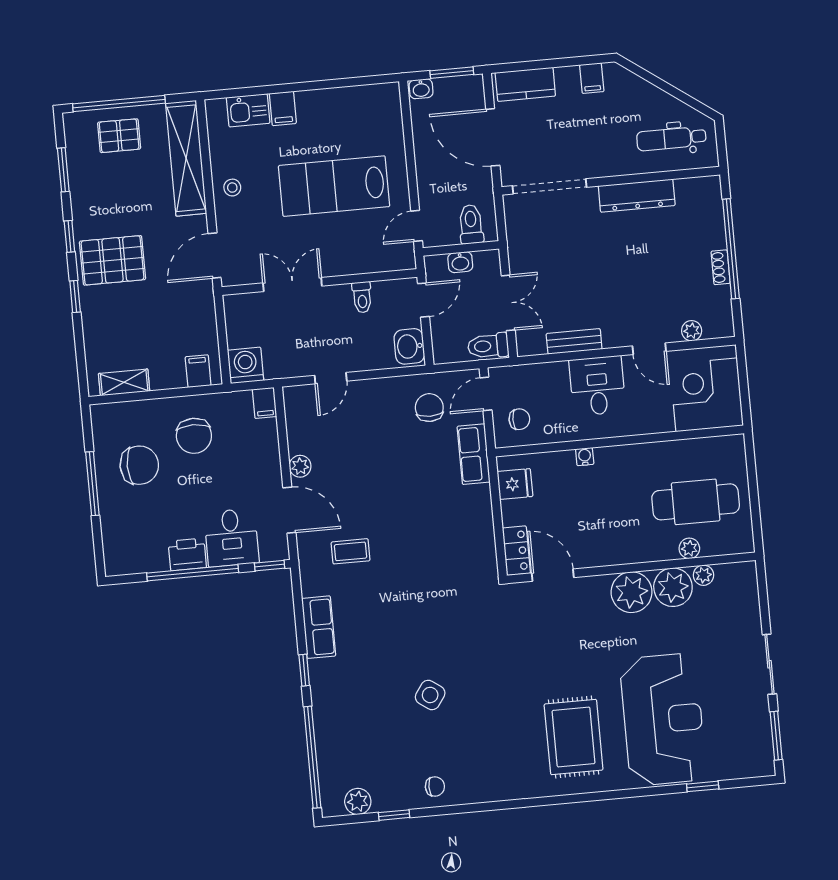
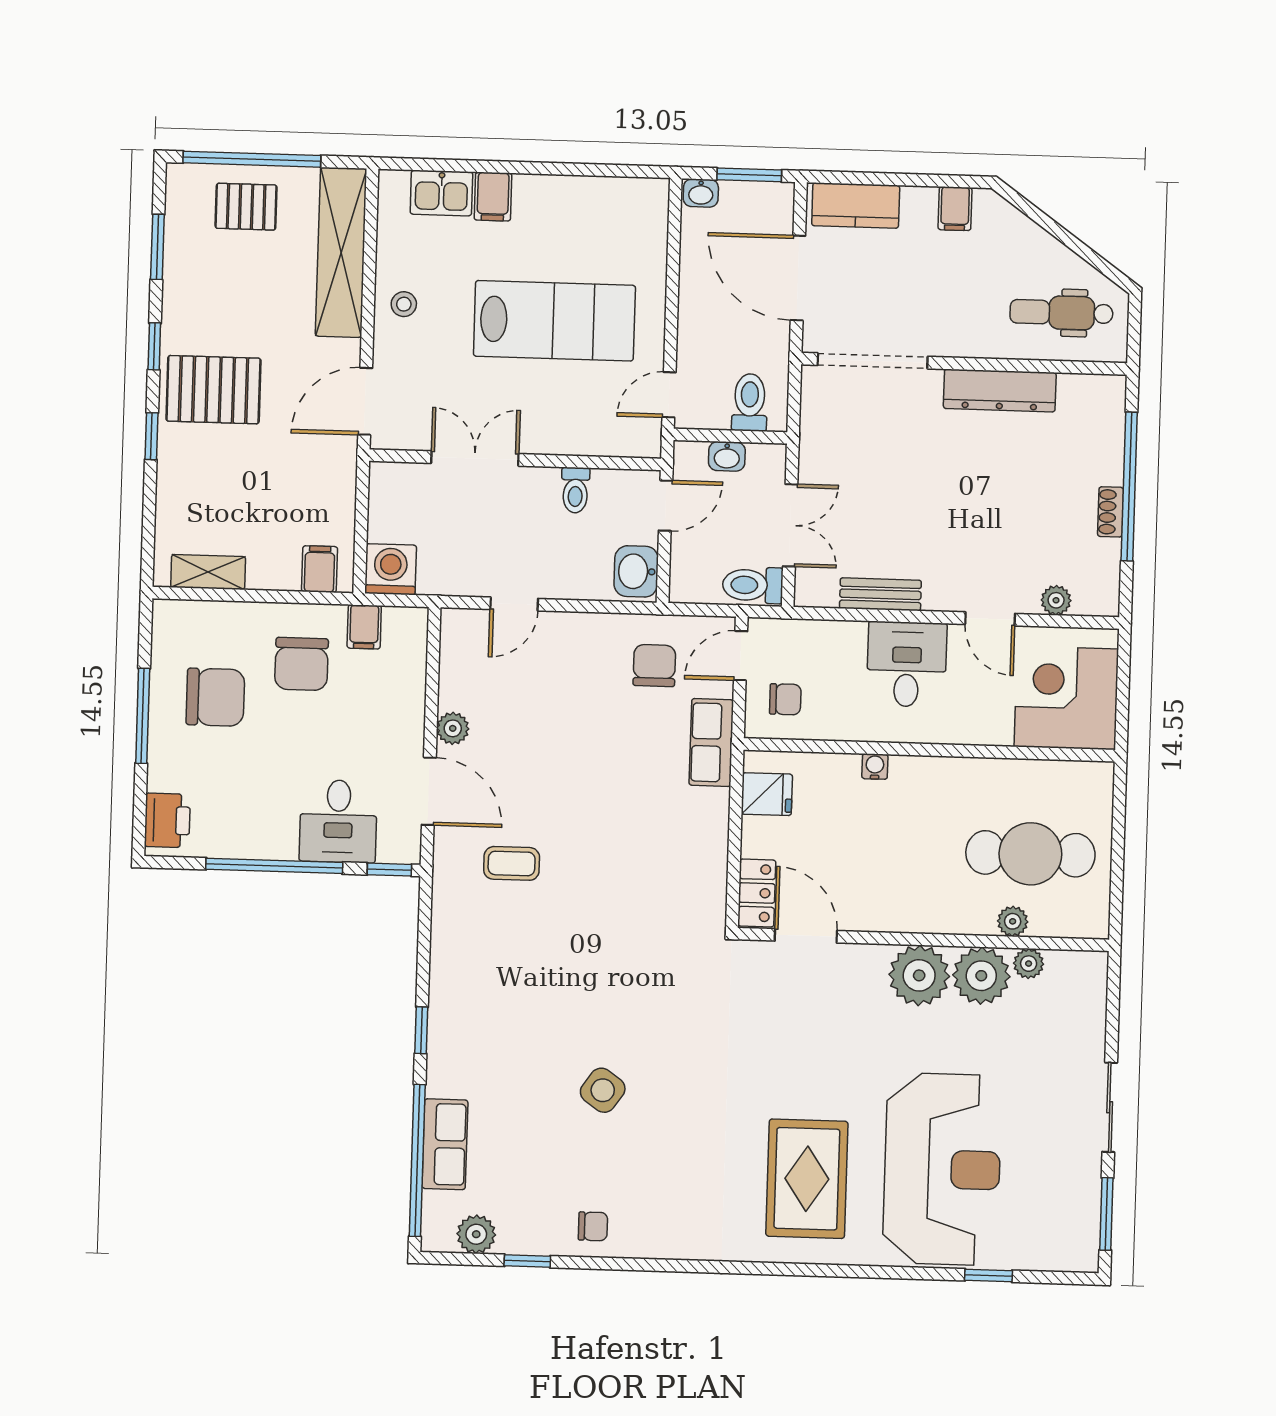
lab bench: (334, 186) -> (554, 321), turned 180
filing cabinet: (265, 403) -> (364, 627), moved
printer: (187, 554) -> (167, 820), moved, turned 90
row of seats: (319, 627) -> (445, 1144), moved

